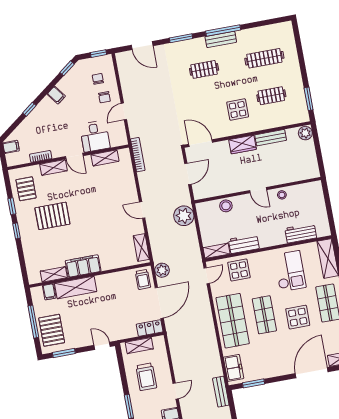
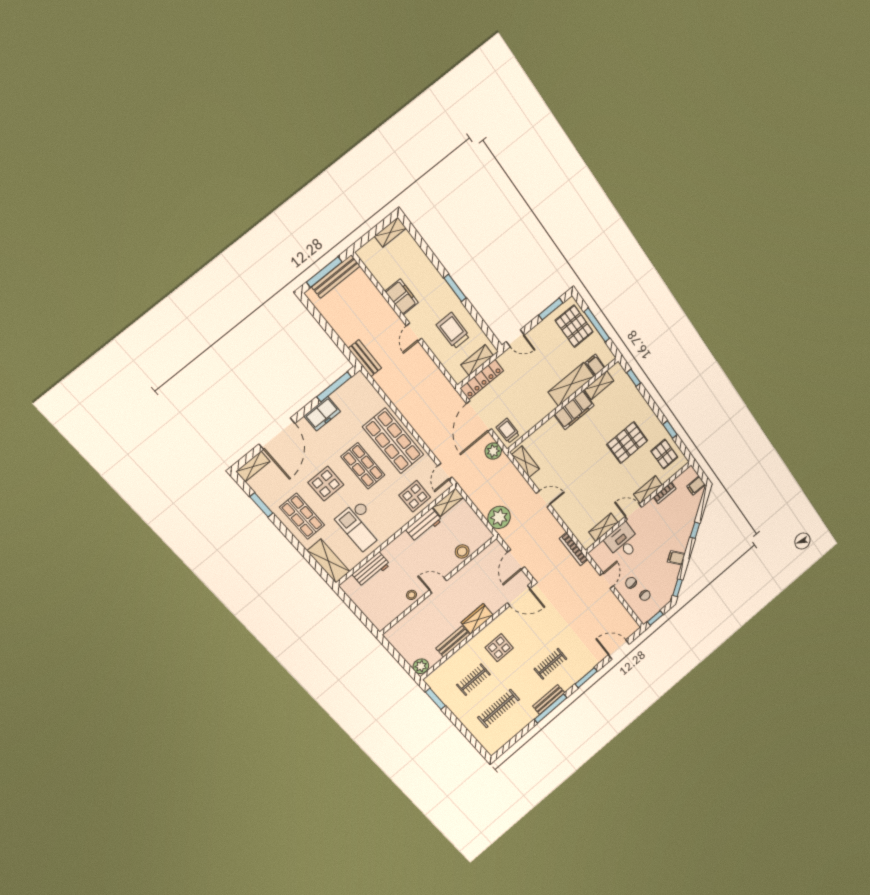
window: (16, 231) -> (634, 378), moved
locker: (150, 328) -> (482, 379), width x1.53
freezer: (234, 368) -> (322, 414), moved, turned -90
window: (254, 383) -> (334, 387), width x1.44

